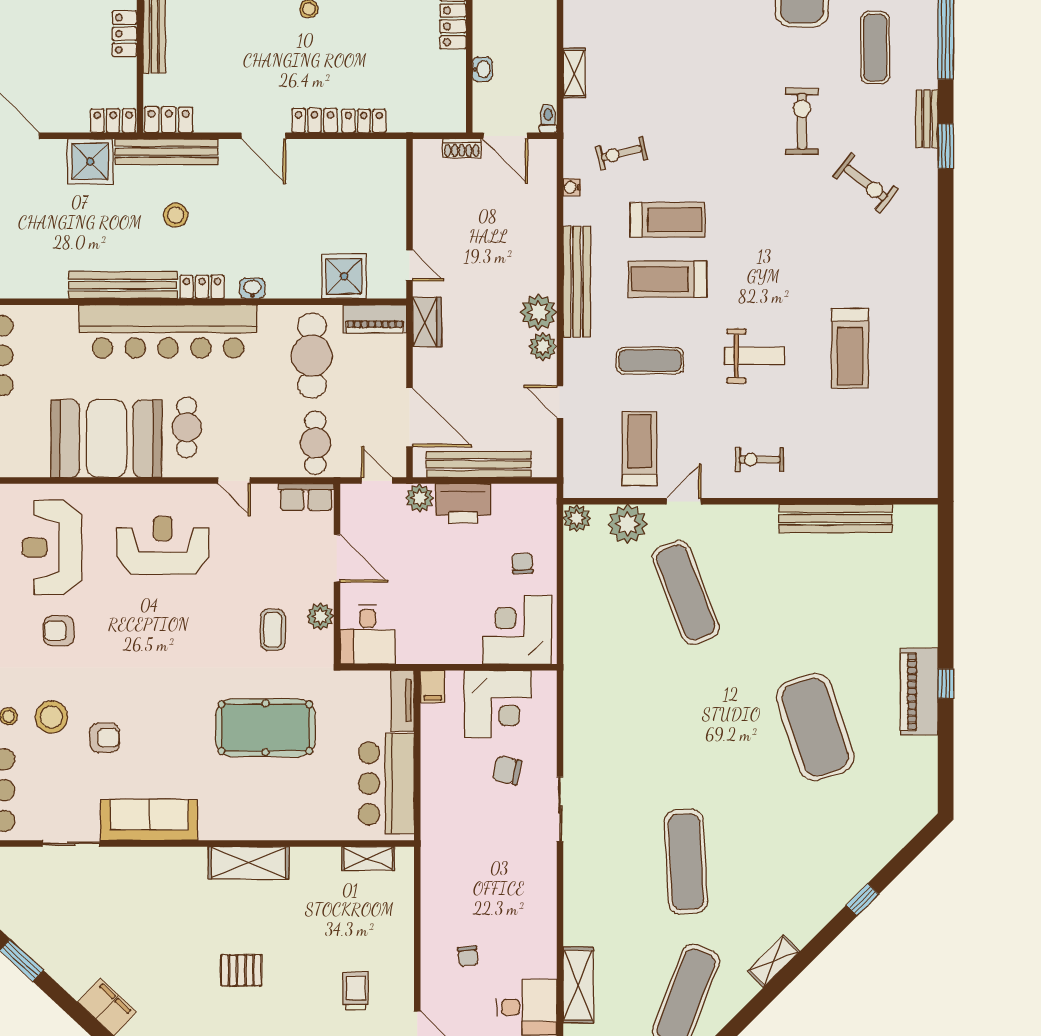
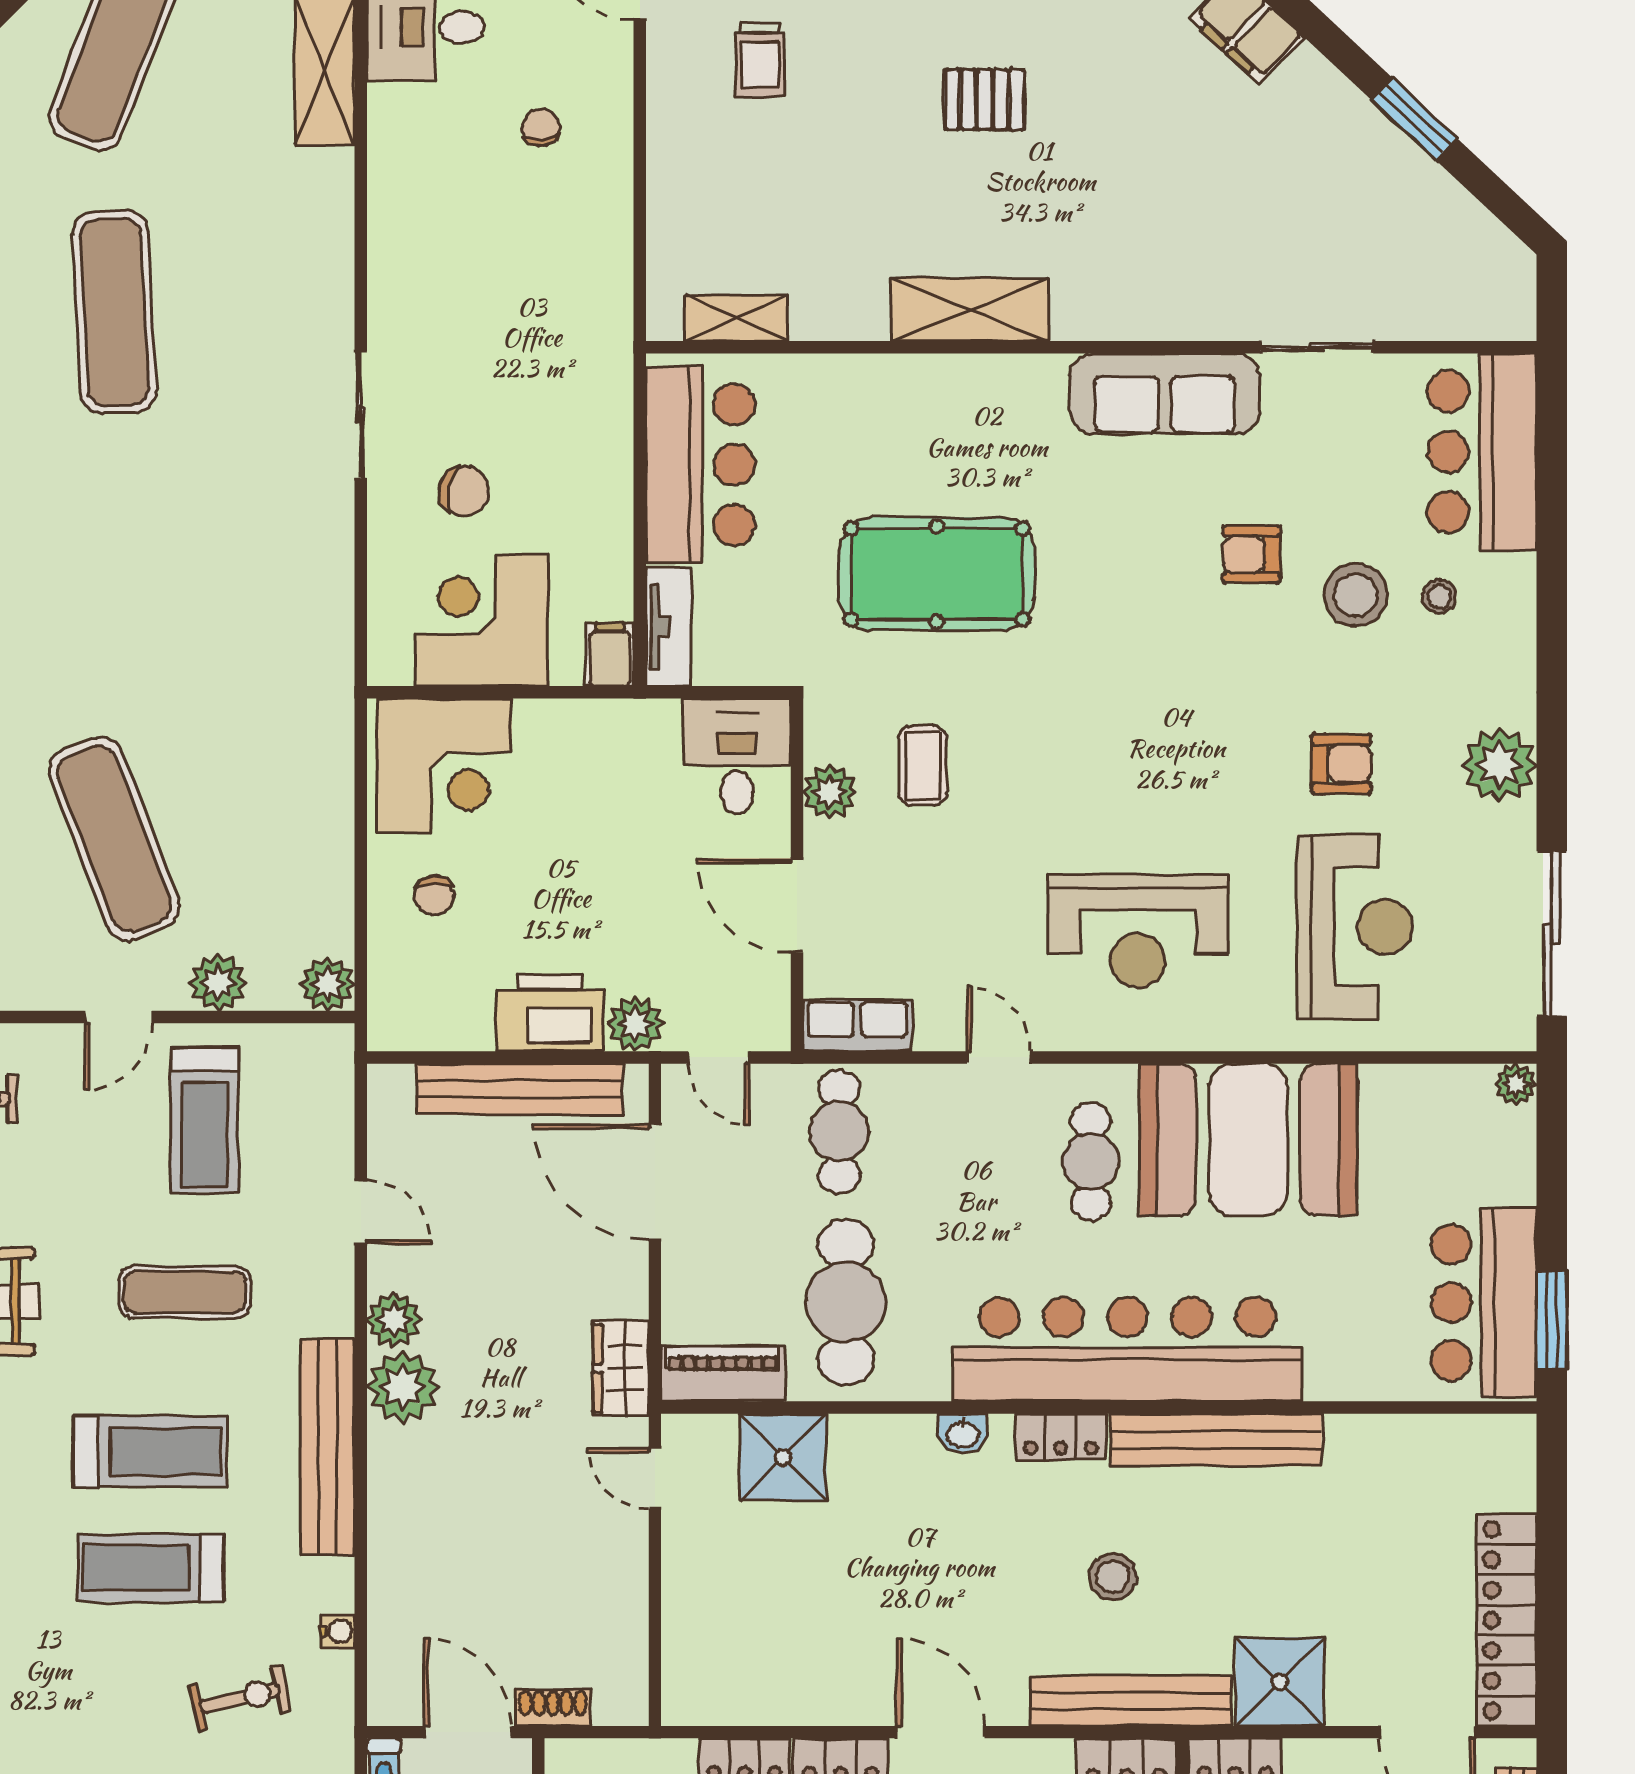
plant: (628, 524) -> (218, 983), width x0.73, depth x0.73

